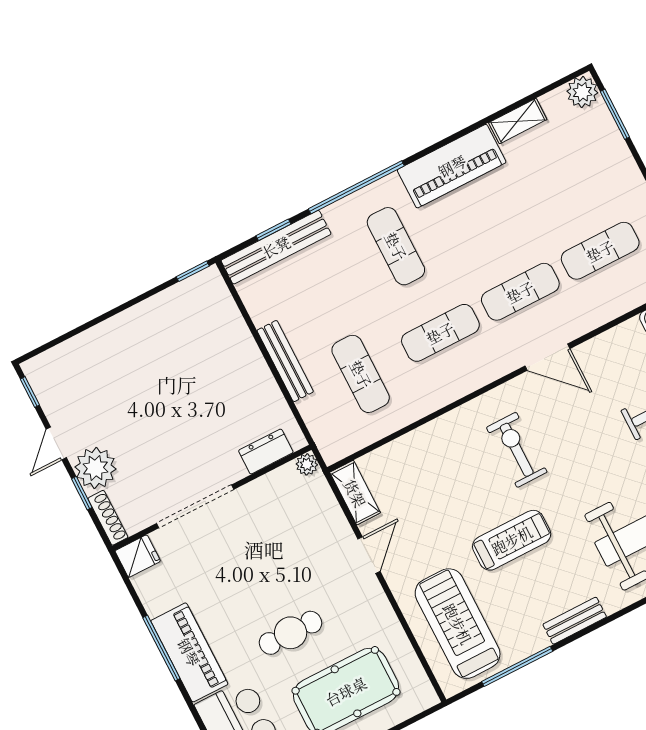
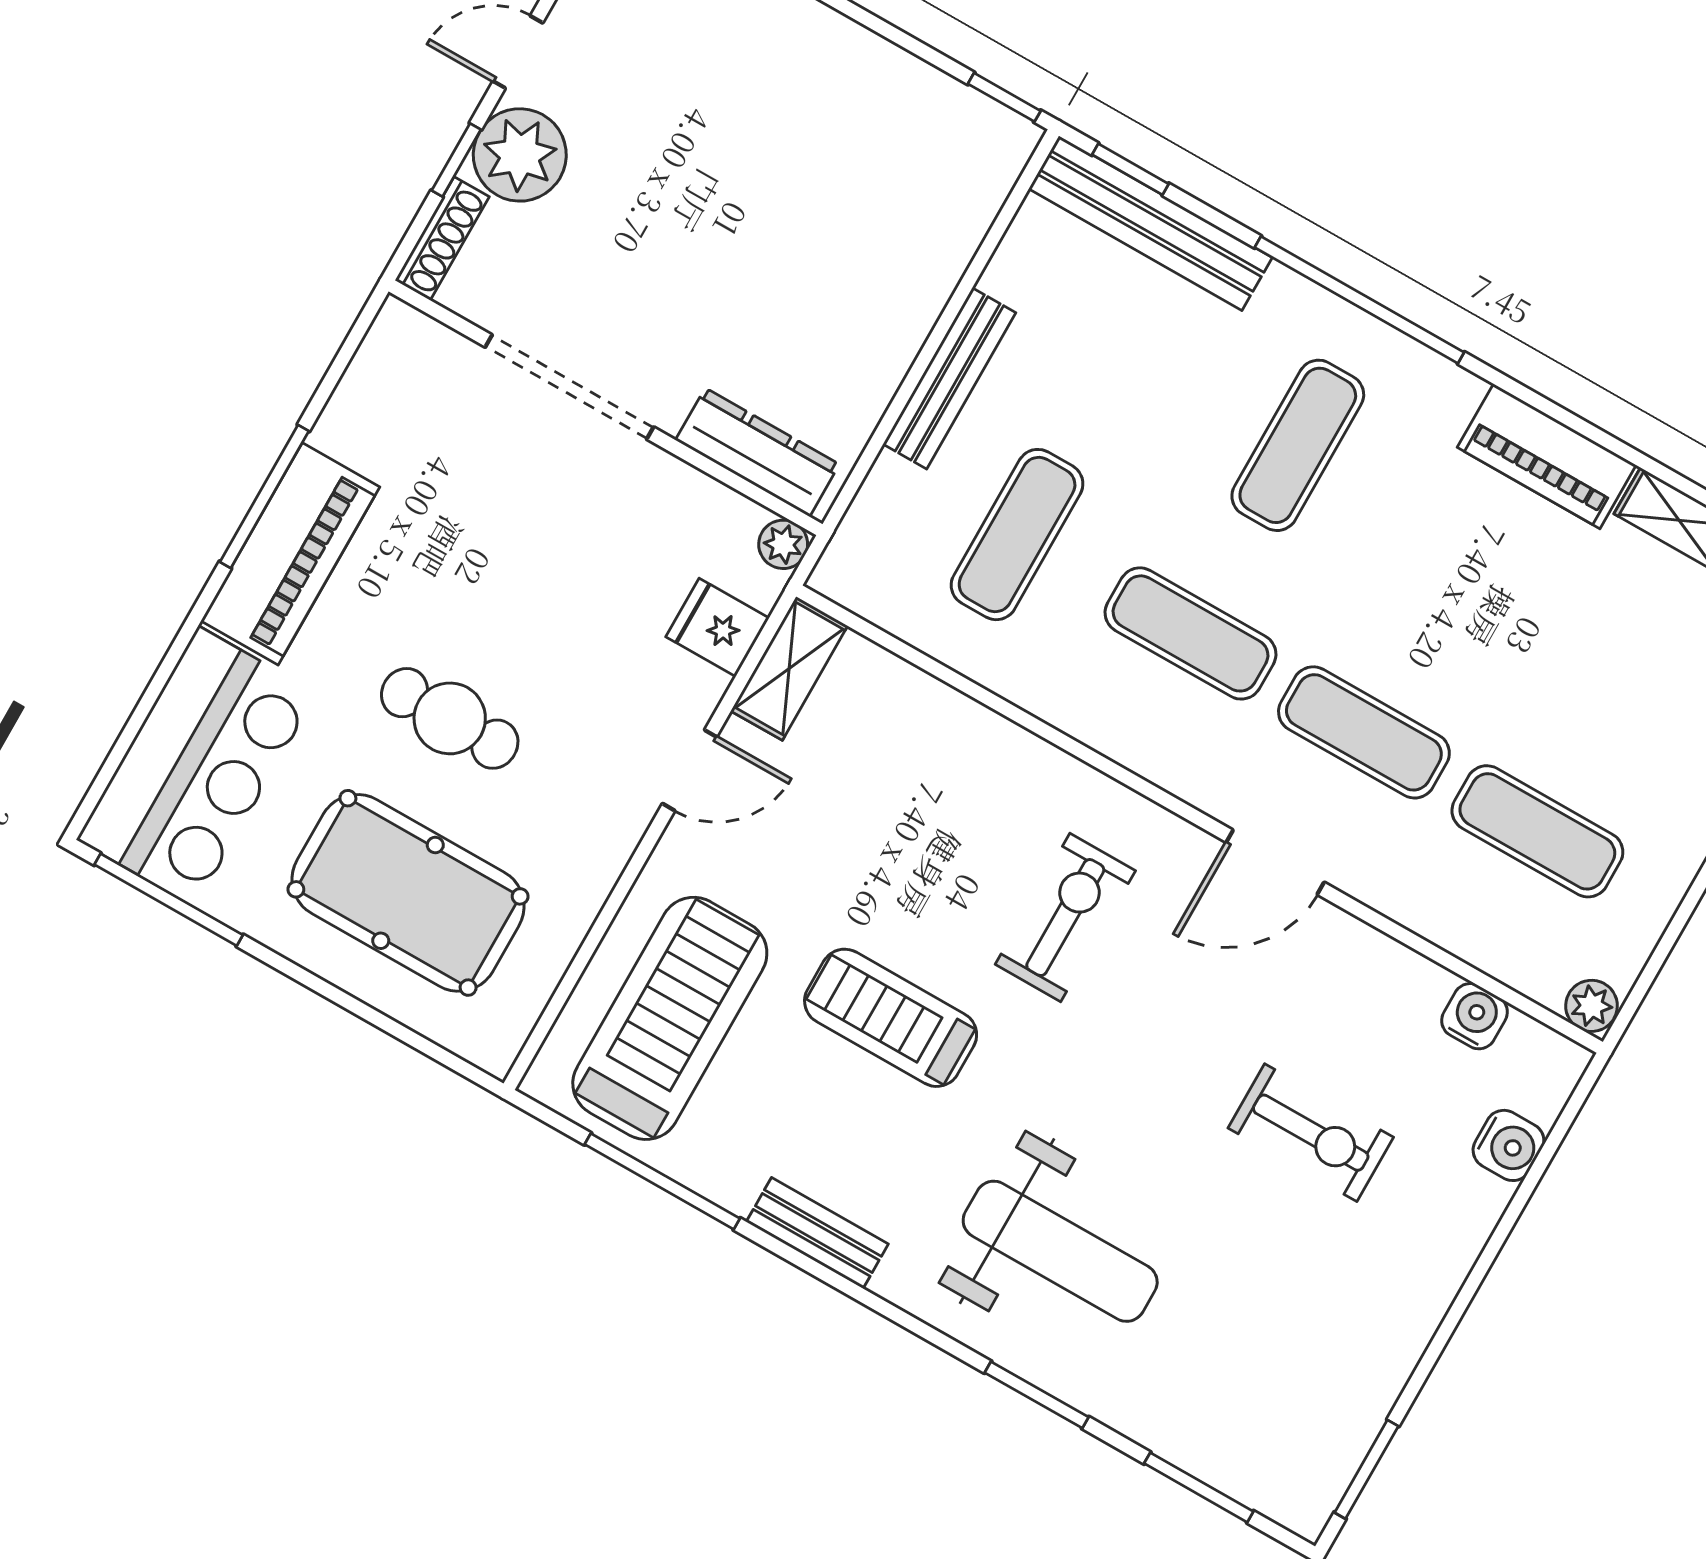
piano: (452, 166) -> (1547, 456), width x0.73, depth x0.75
window: (273, 230) -> (1130, 169), moved
door: (547, 357) -> (1275, 862), hinge flipped
dresser: (266, 451) -> (757, 452), width x1.44
treadmill: (512, 540) -> (891, 1018), turned 180
fridge: (138, 556) -> (717, 627), moved, turned 180

